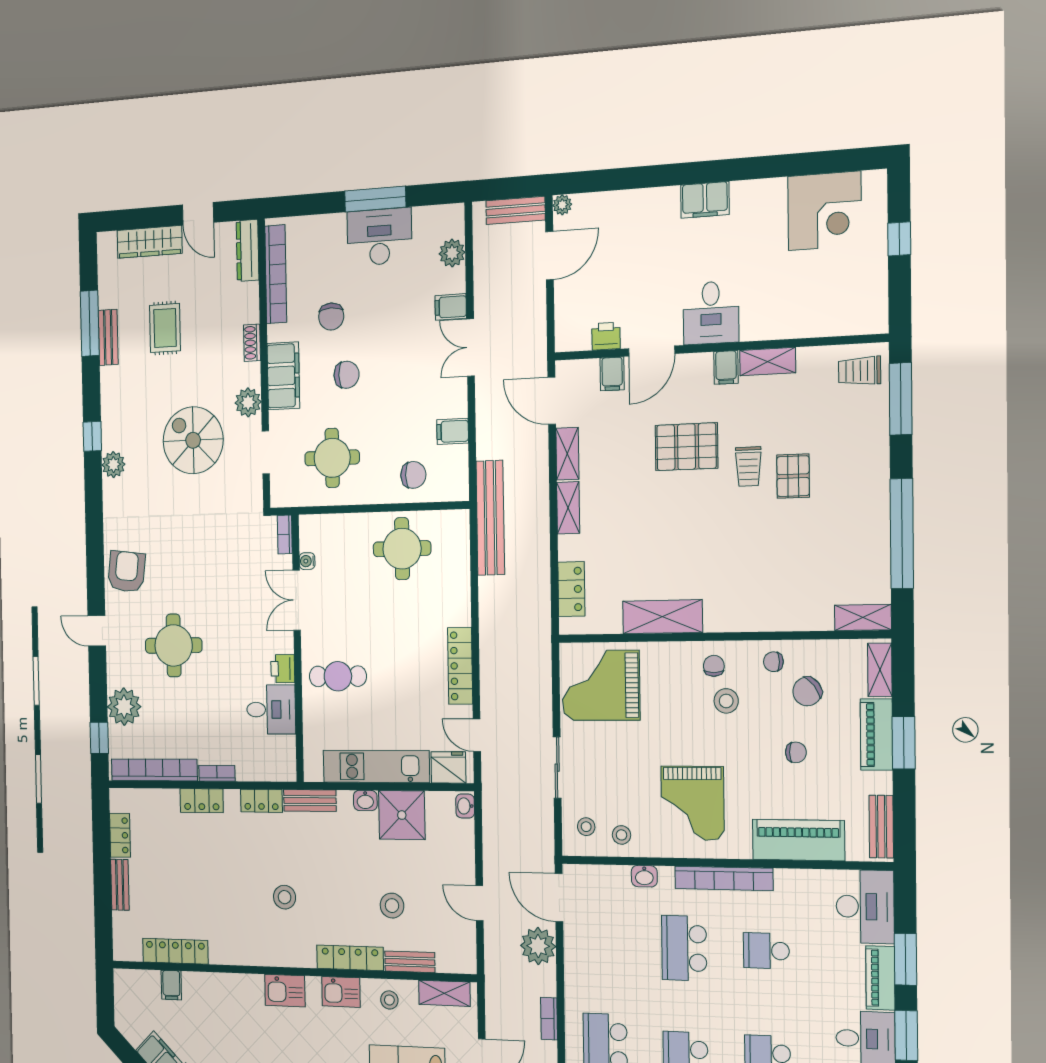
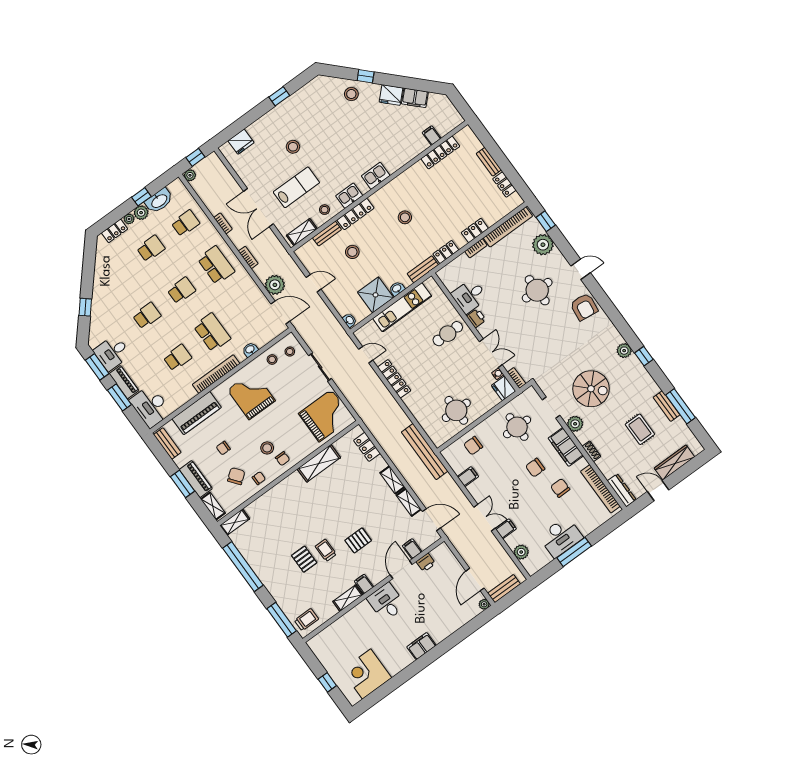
pallet: (686, 447) -> (358, 540), width x0.67, depth x0.71
fridge: (448, 767) -> (504, 388), moved, turned 90

